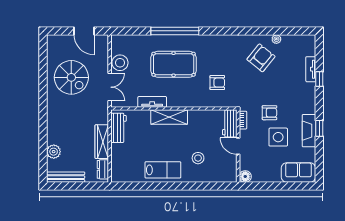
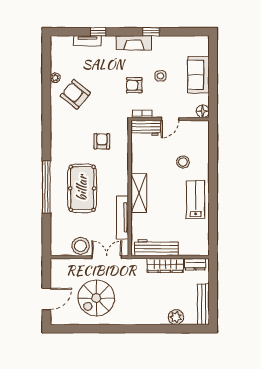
door: (84, 31) -> (46, 299), moved
spiral stairs: (71, 77) -> (96, 298), turned 180
tv unit: (152, 102) -> (123, 217), width x1.41
armchair: (269, 113) -> (134, 85), turned -90
workbench: (118, 128) -> (156, 247), width x1.38
fireplace: (309, 131) -> (134, 43), moved
side table: (278, 137) -> (160, 76), width x0.54, depth x0.54
sofa: (298, 172) -> (198, 75), moved

